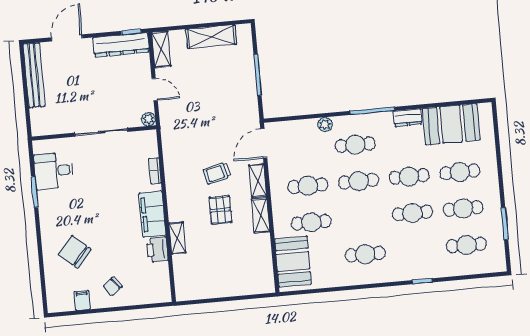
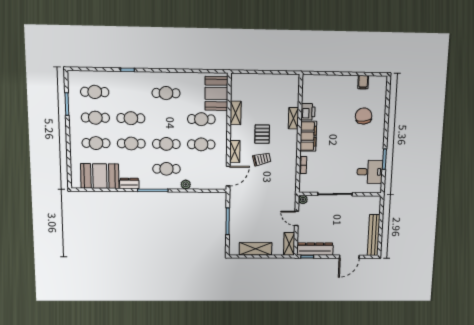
shelving: (261, 215) -> (236, 113), moved
chair: (75, 252) -> (364, 116), turned -137
chair: (113, 286) -> (341, 90), removed

